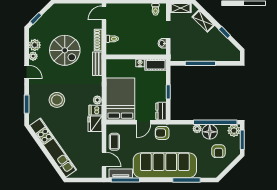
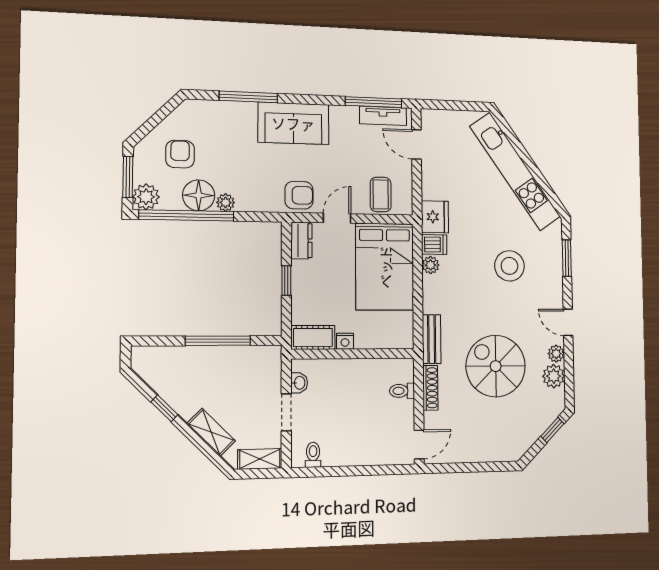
coffee table: (114, 142) -> (381, 194), moved
sofa: (165, 165) -> (293, 123), width x0.54, depth x0.79

